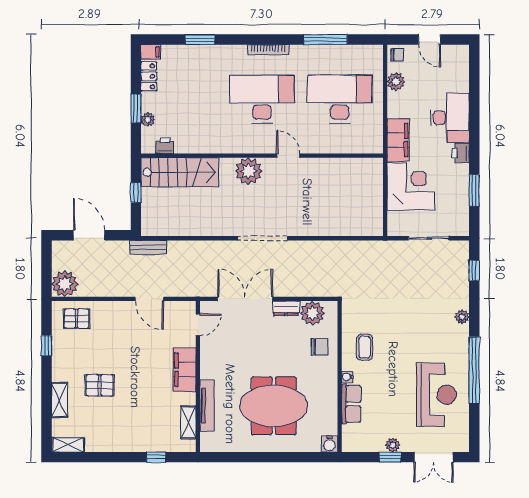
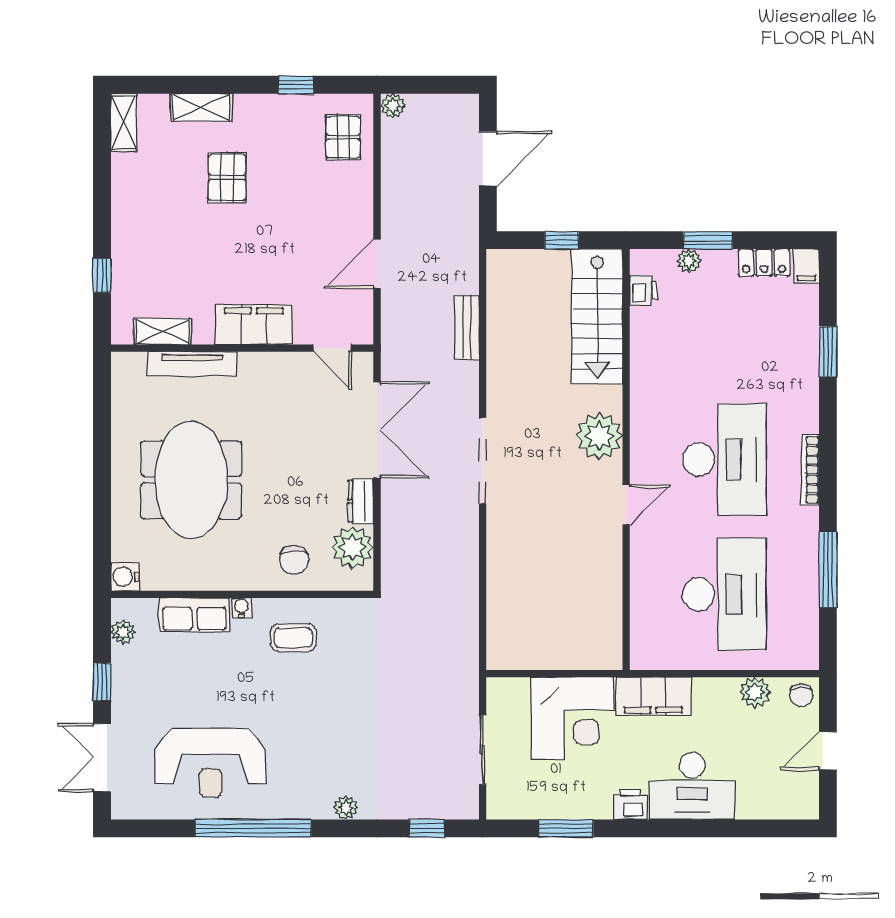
bench: (148, 247) -> (467, 327), moved
plant: (65, 284) -> (393, 106), width x0.53, depth x0.53
plant: (393, 445) -> (123, 632), moved

